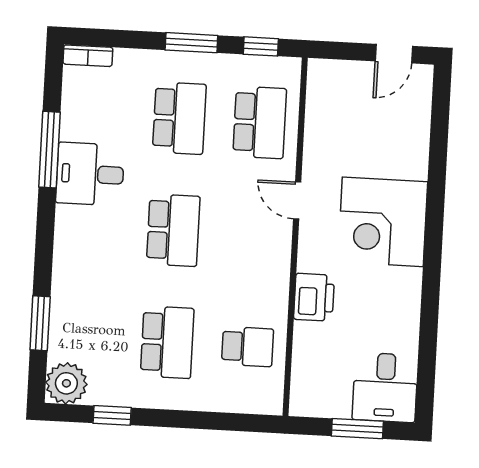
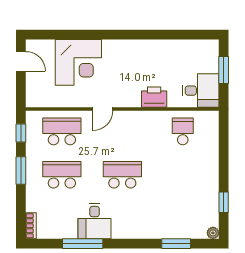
corner desk: (383, 222) -> (78, 62), moved
school desk: (167, 342) -> (183, 175), removed
plant: (66, 383) -> (213, 233), width x0.53, depth x0.53
desk: (385, 387) -> (201, 91), moved

